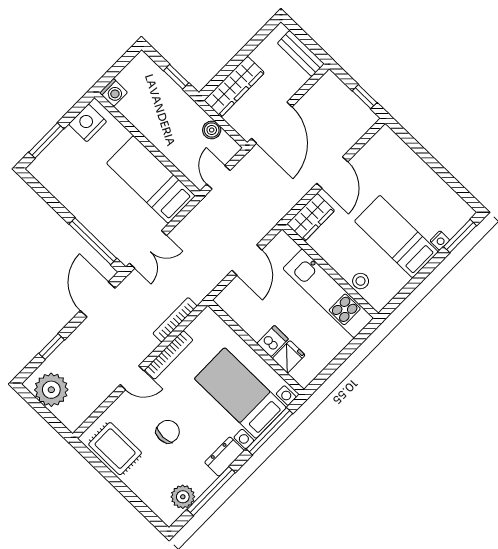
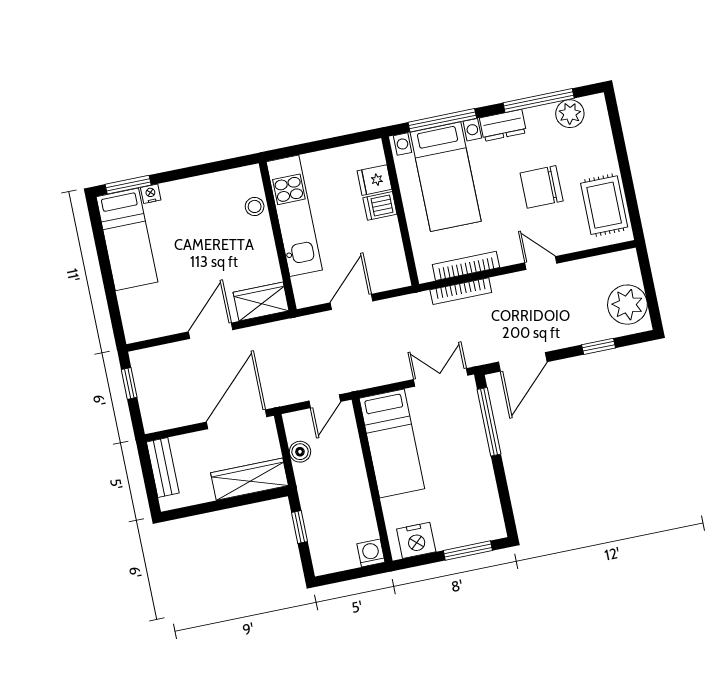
bed: (396, 237) -> (127, 239), moved
bookcase: (169, 355) -> (466, 266), moved
chair: (168, 432) -> (542, 187), width x1.37, depth x1.37

